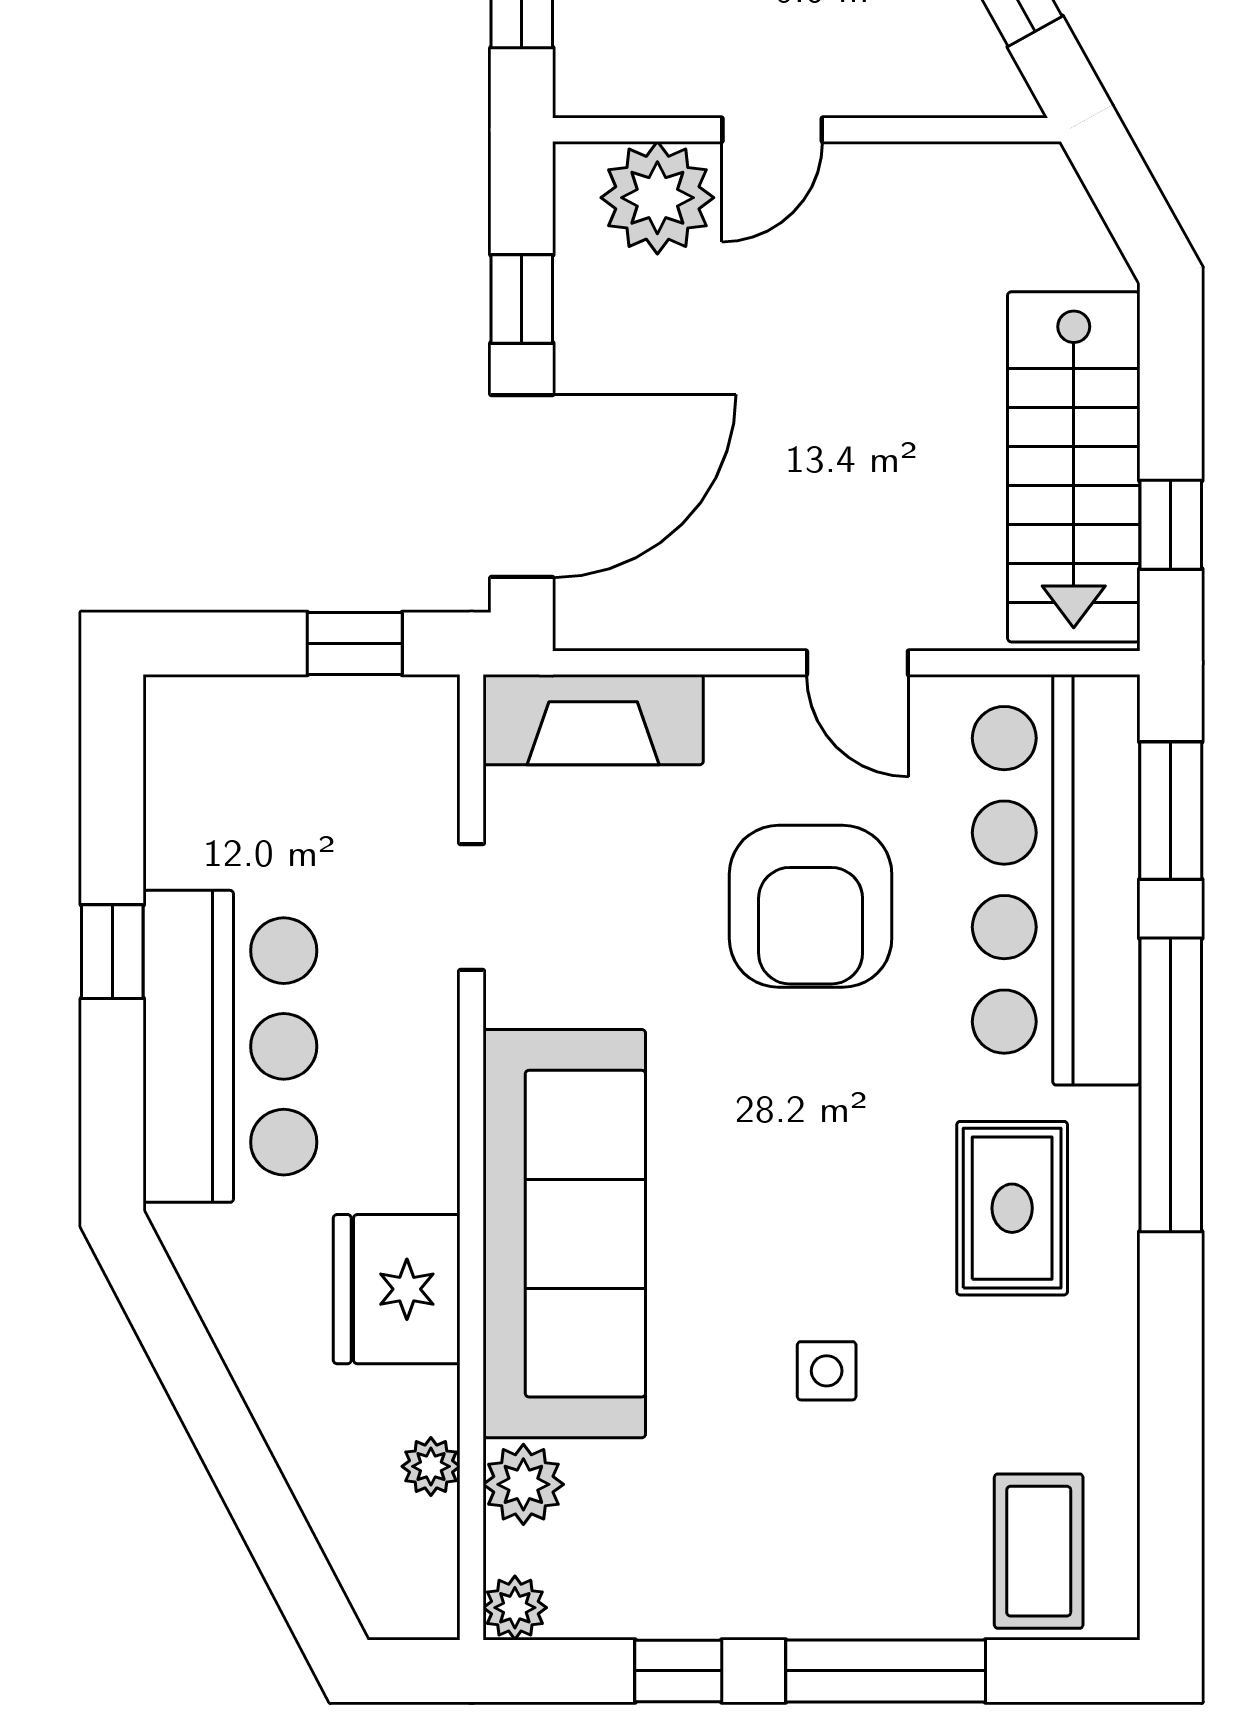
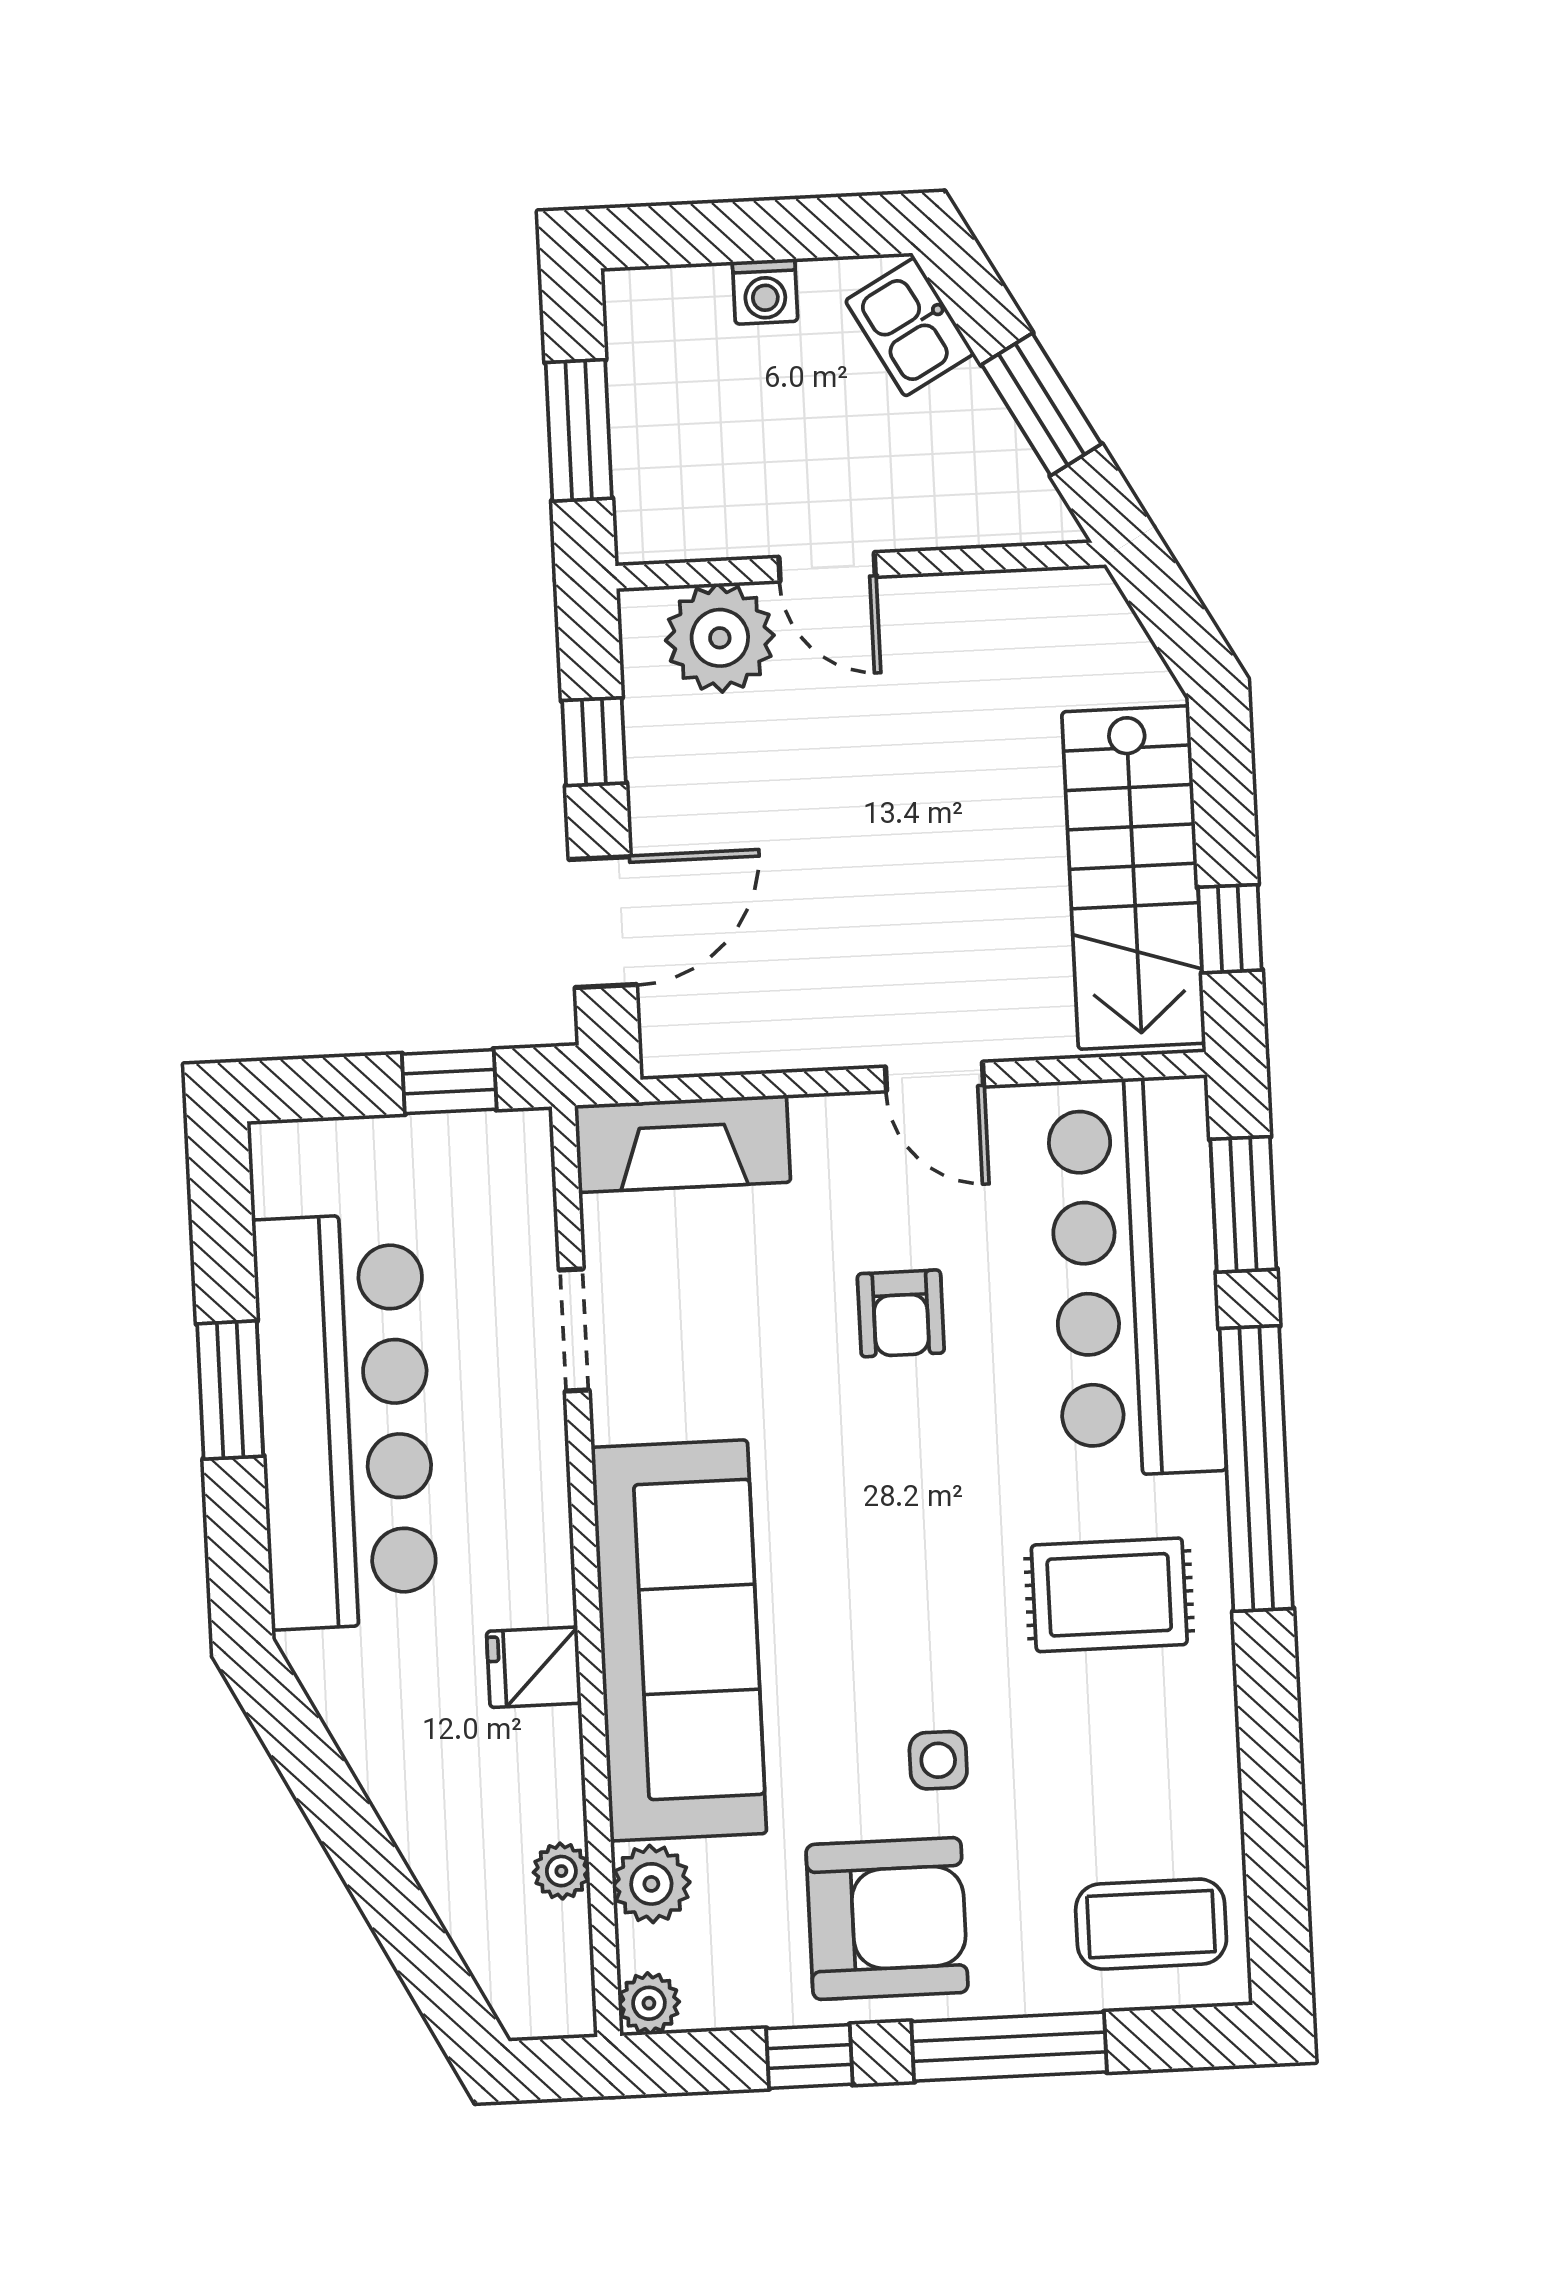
door: (772, 130) -> (827, 567), hinge flipped
door: (522, 486) -> (603, 922), width x0.73
armchair: (811, 906) -> (901, 1313), width x0.53, depth x0.53
window: (112, 952) -> (230, 1390), width x1.50
bar counter: (230, 1046) -> (345, 1421), width x1.36
rug: (1012, 1208) -> (1109, 1595), turned 90
fridge: (397, 1289) -> (534, 1667), width x0.53, depth x0.75
armchair: (766, 1532) -> (887, 1919), added
coffee table: (1039, 1551) -> (1151, 1924), turned 90

